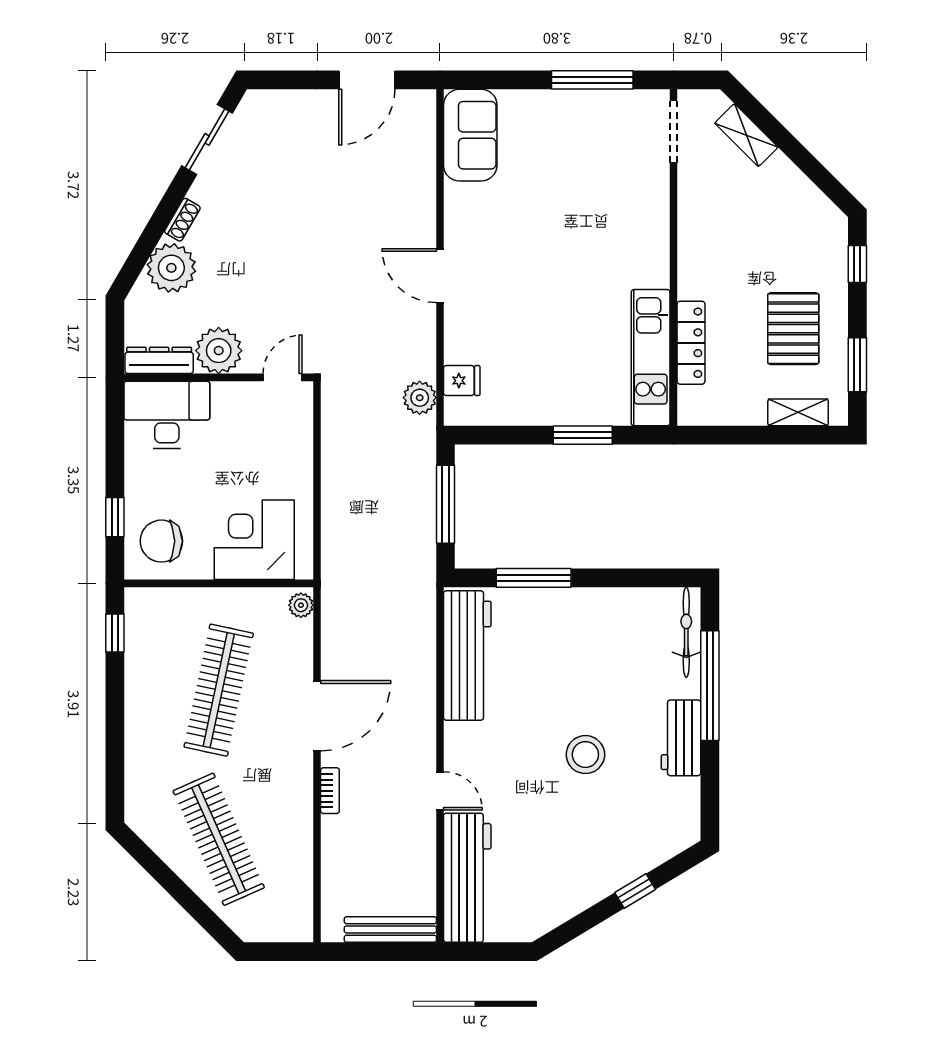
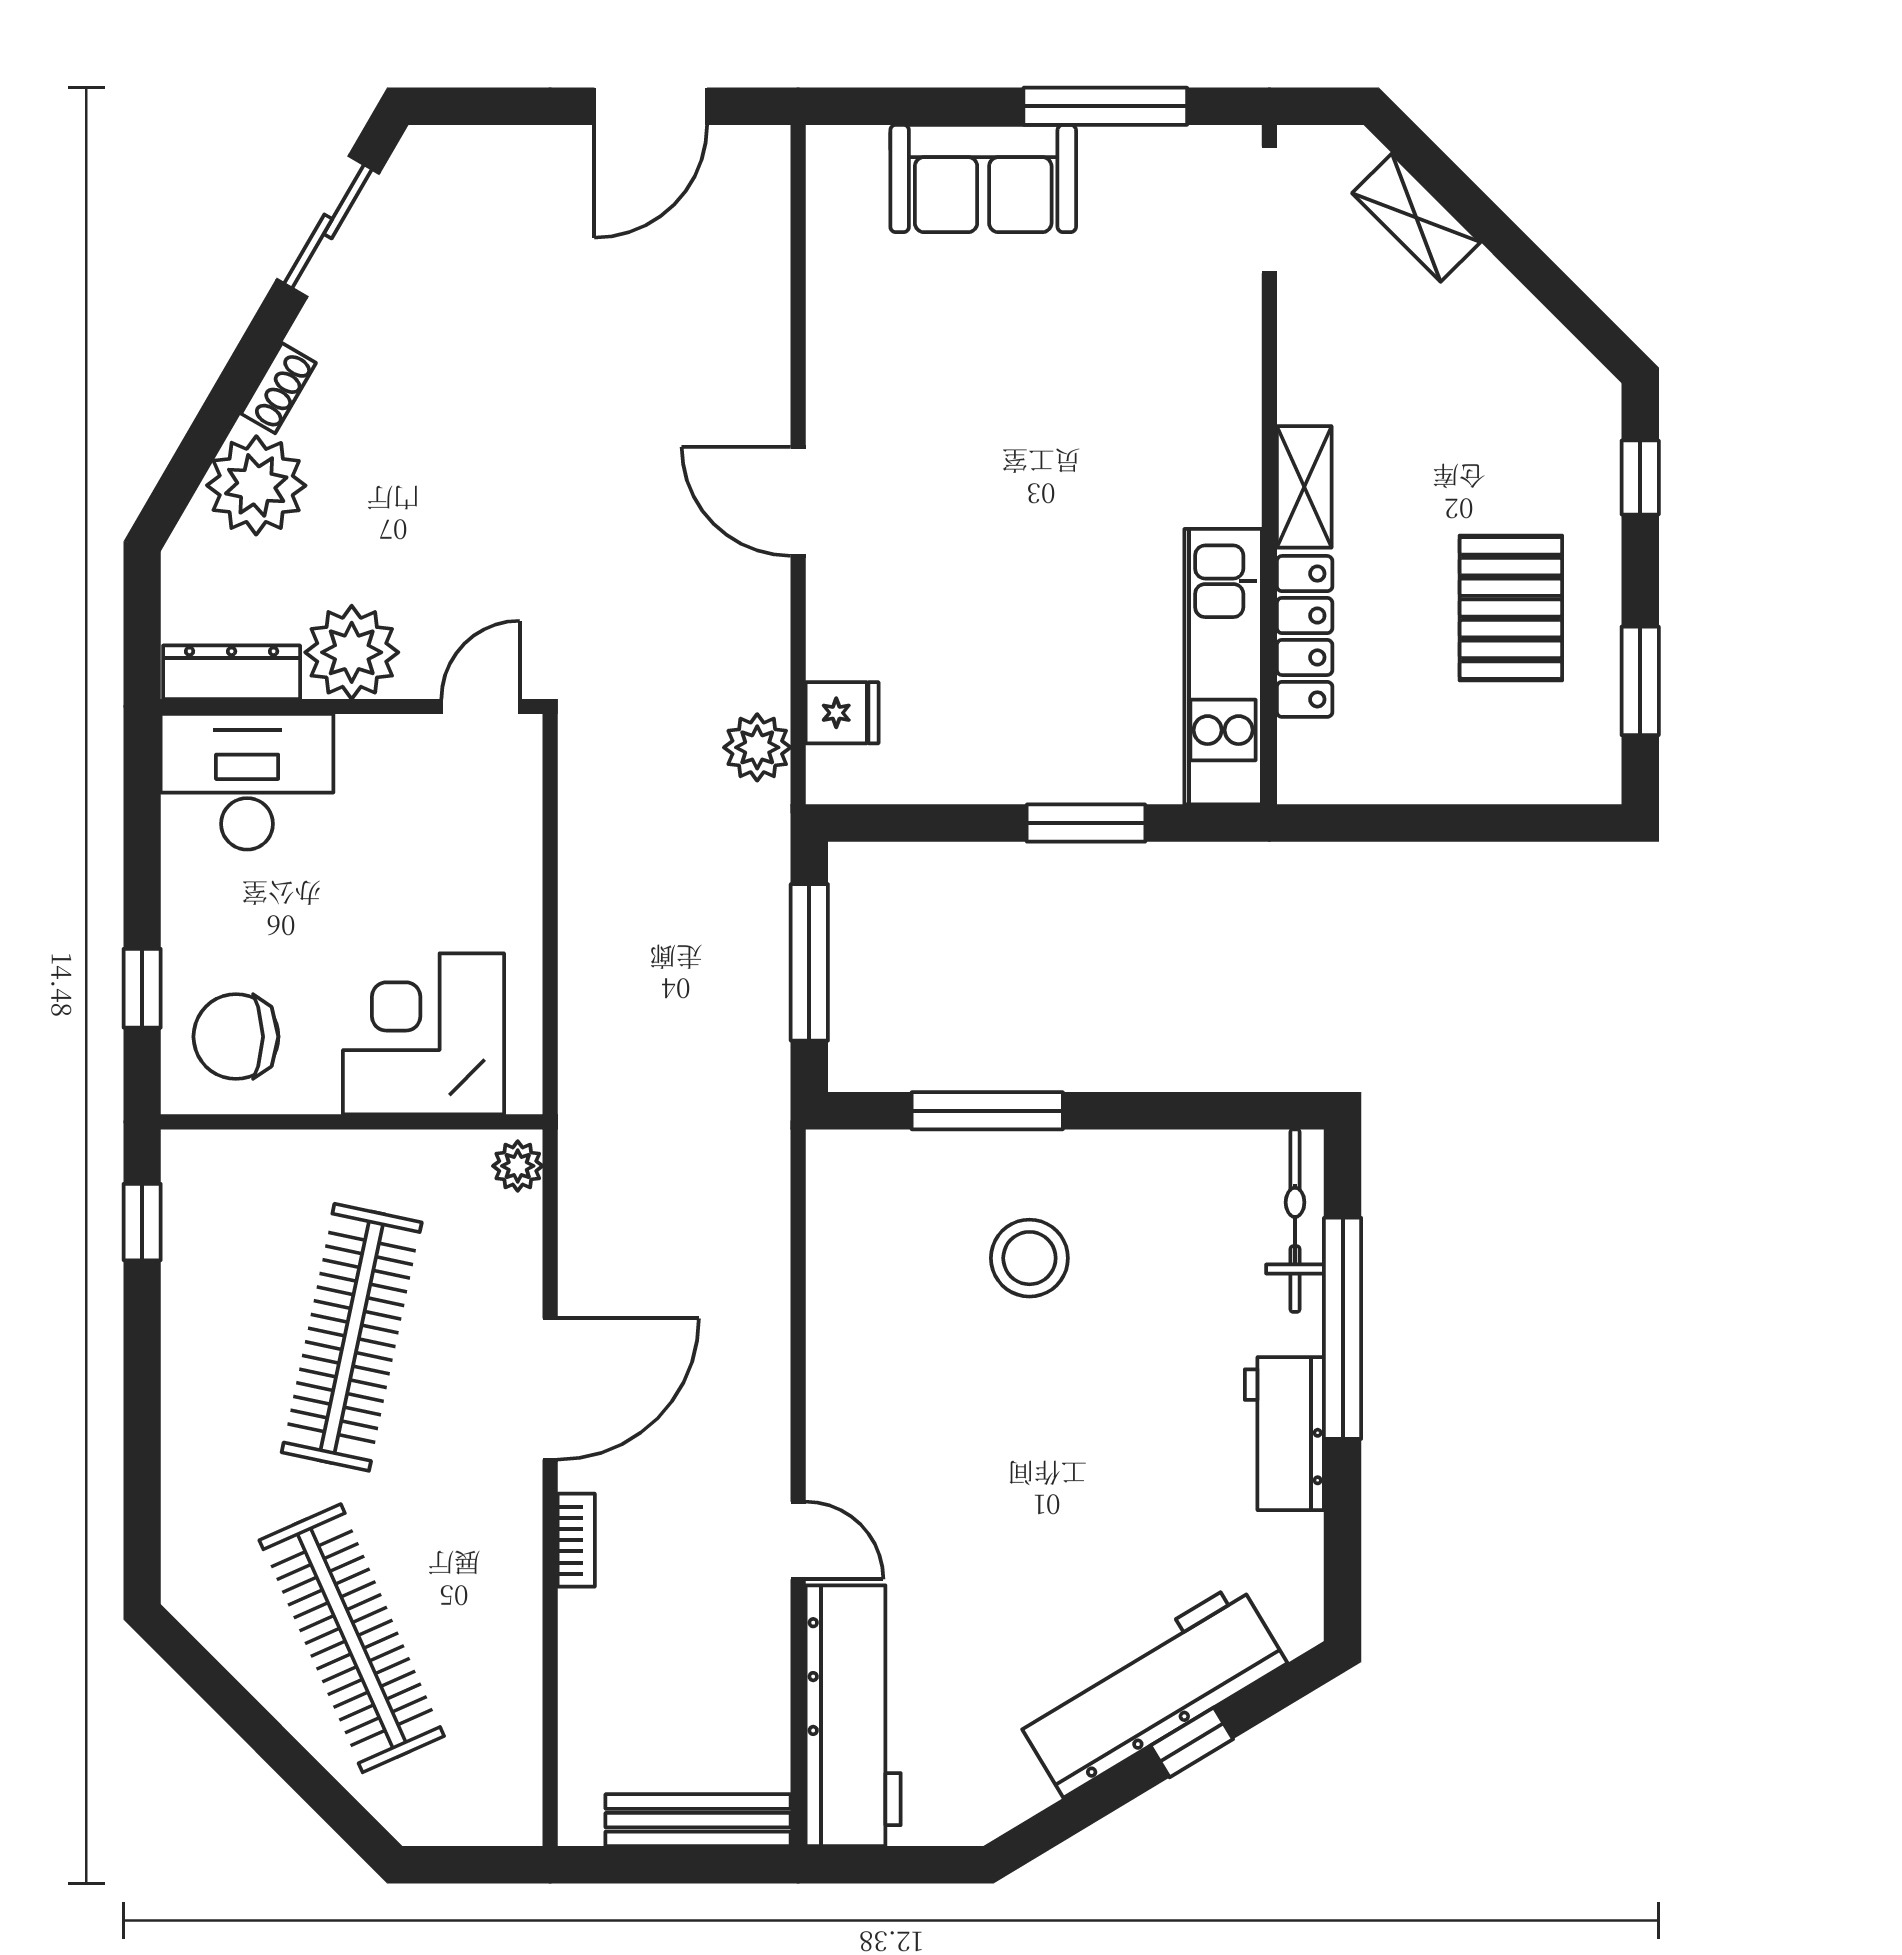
sofa: (470, 135) -> (983, 179), moved, turned 90
shelving: (798, 412) -> (1304, 487), moved, turned 90
workbench: (467, 655) -> (1151, 1690), moved, turned -121
stool: (585, 755) -> (1029, 1258), moved

